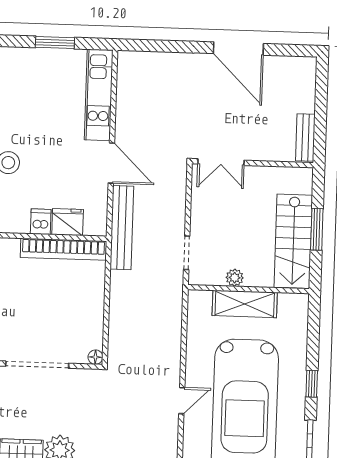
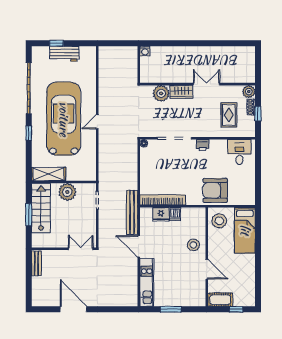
plant: (235, 278) -> (67, 192), width x1.87, depth x1.87
shelving: (245, 304) -> (49, 174), moved

